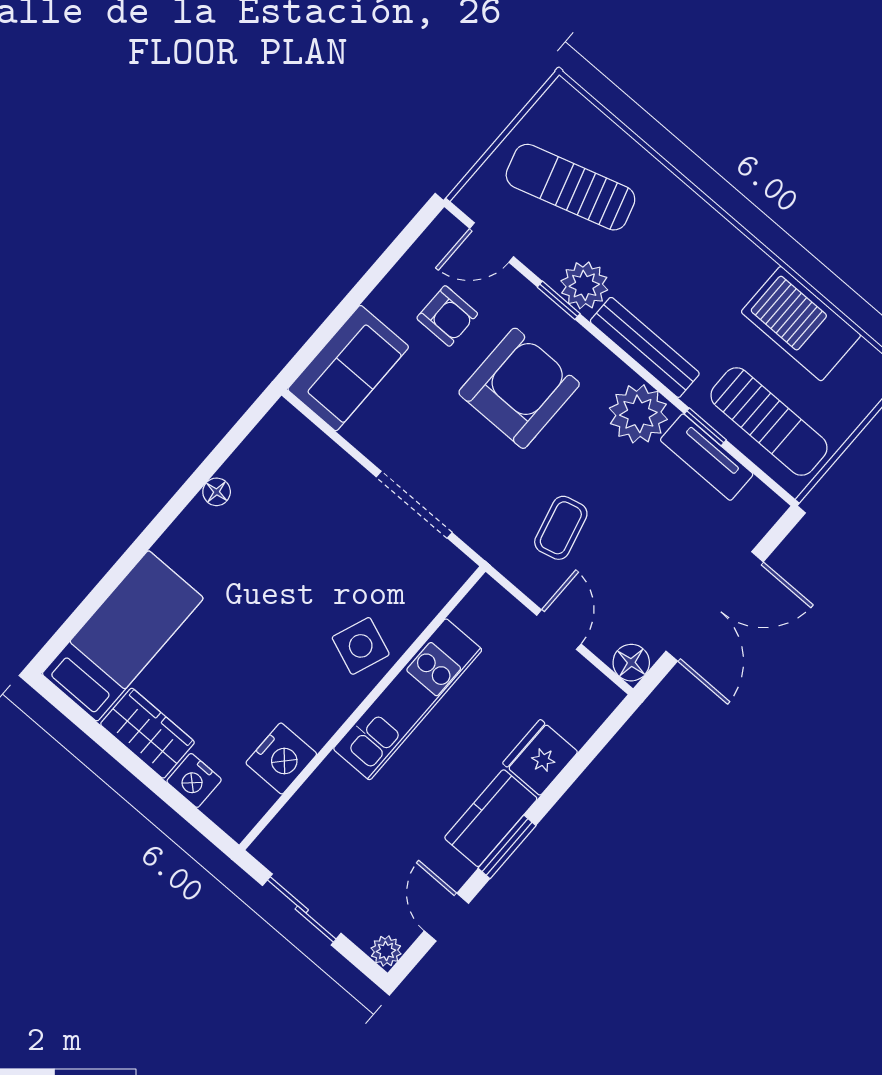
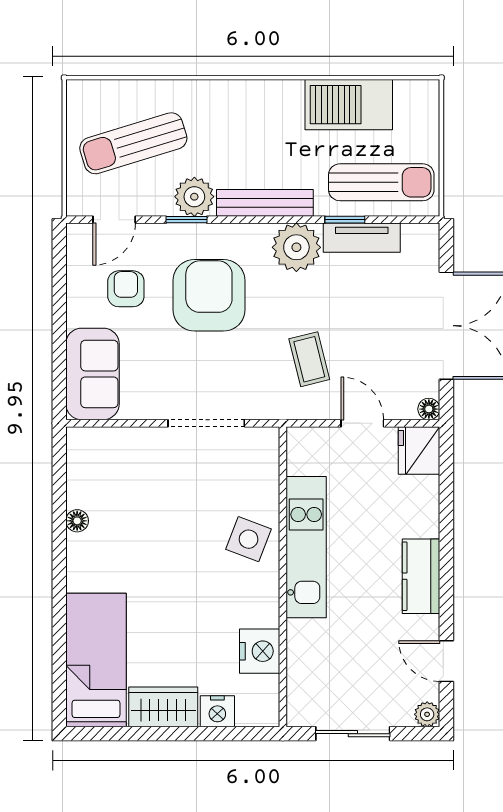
armchair: (447, 316) -> (126, 289), turned -90
floor lamp: (631, 663) -> (429, 409), width x0.73, depth x0.73
fridge: (540, 757) -> (419, 451), moved
window: (507, 847) -> (446, 585), removed

